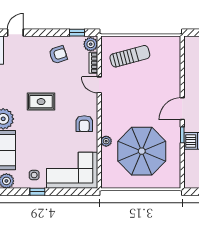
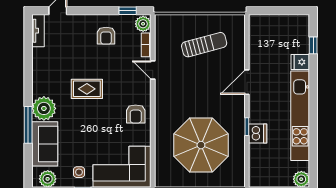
armchair: (58, 55) -> (106, 36), turned 108
sun lounger: (130, 56) -> (204, 45), moved
door: (182, 109) -> (247, 82), moved
plant: (106, 141) -> (161, 134), removed

